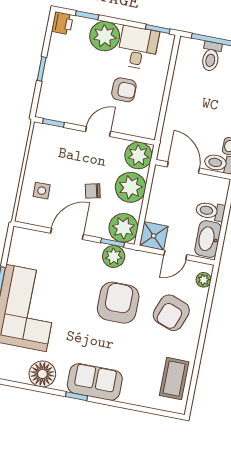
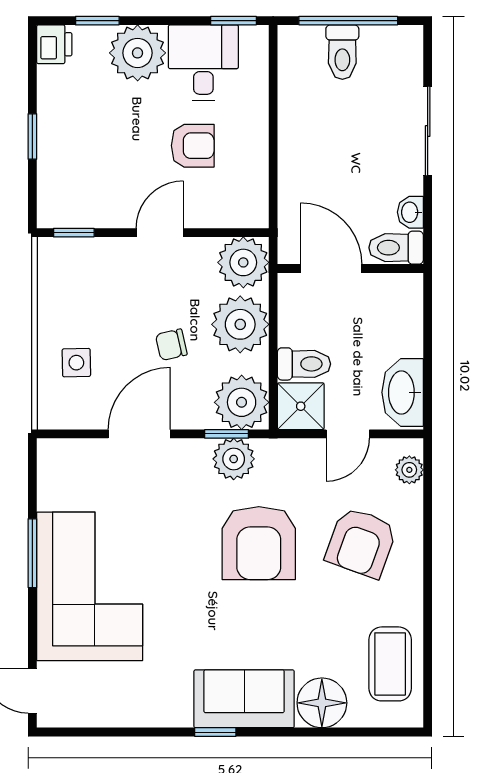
toilet: (210, 211) -> (304, 364), moved, turned 180
armchair: (118, 303) -> (259, 543), turned 180
floor lamp: (42, 374) -> (322, 703), moved

